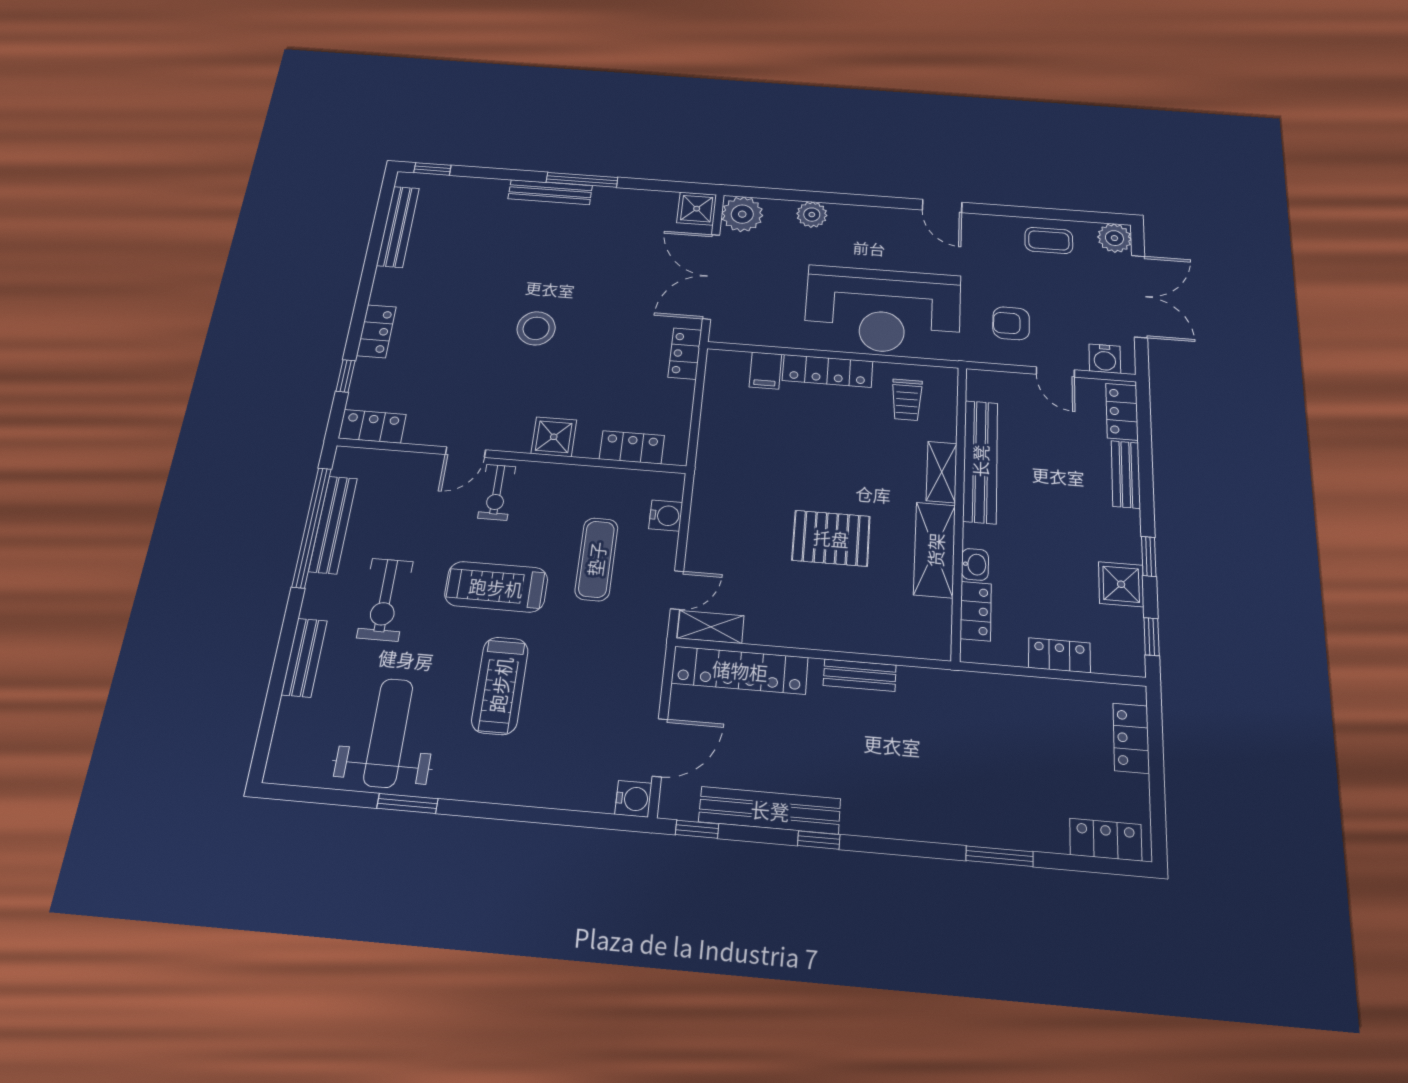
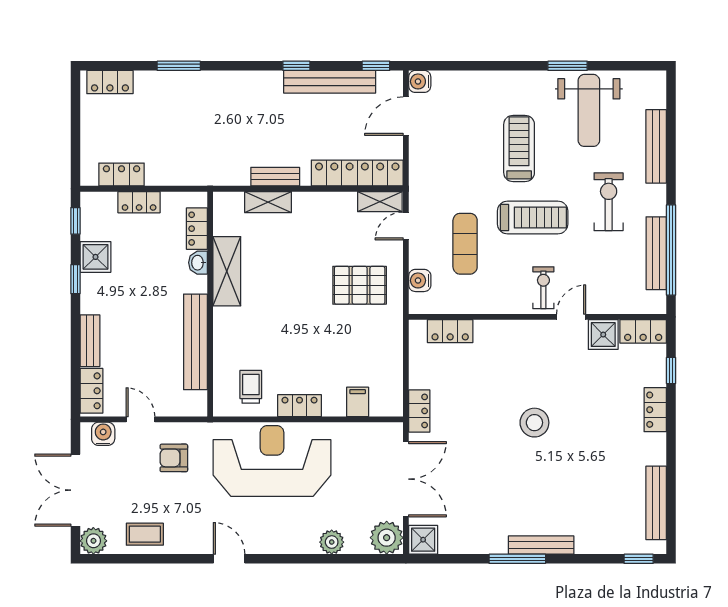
armchair: (1011, 323) -> (174, 458), turned 180
locker: (828, 371) -> (300, 406), width x0.66
shower: (554, 437) -> (603, 335), moved
shelving: (942, 472) -> (268, 202), moved, turned 90
pallet: (831, 538) -> (360, 285), moved
bench: (304, 658) -> (656, 146), width x1.36
locker: (1131, 738) -> (122, 175), moved, turned -90

